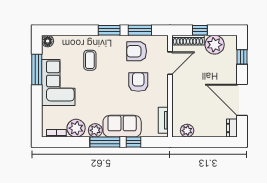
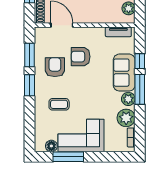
floor lamp: (48, 41) -> (51, 146), moved
armchair: (137, 51) -> (55, 67), moved, turned 180

